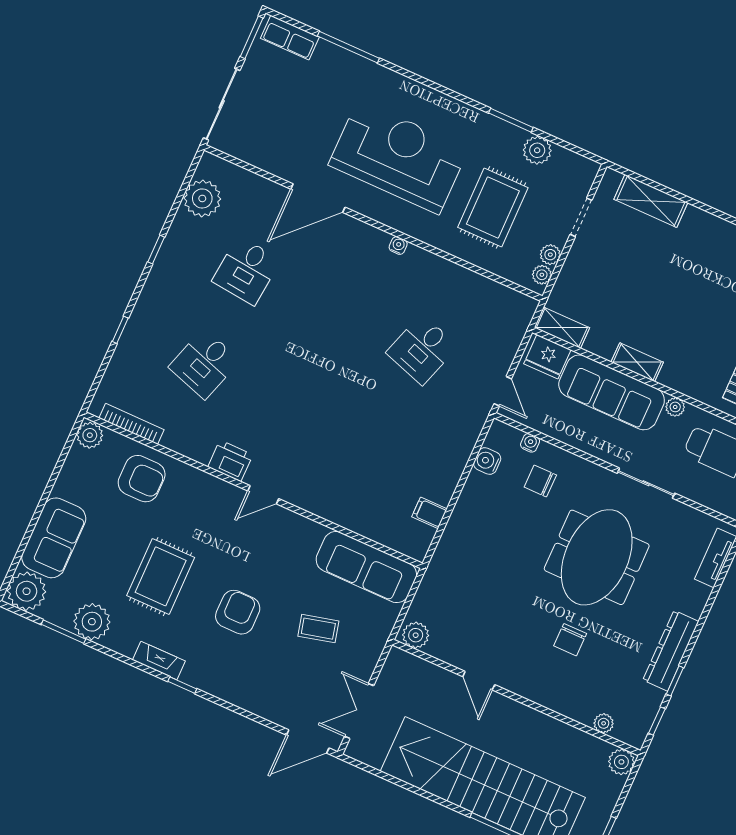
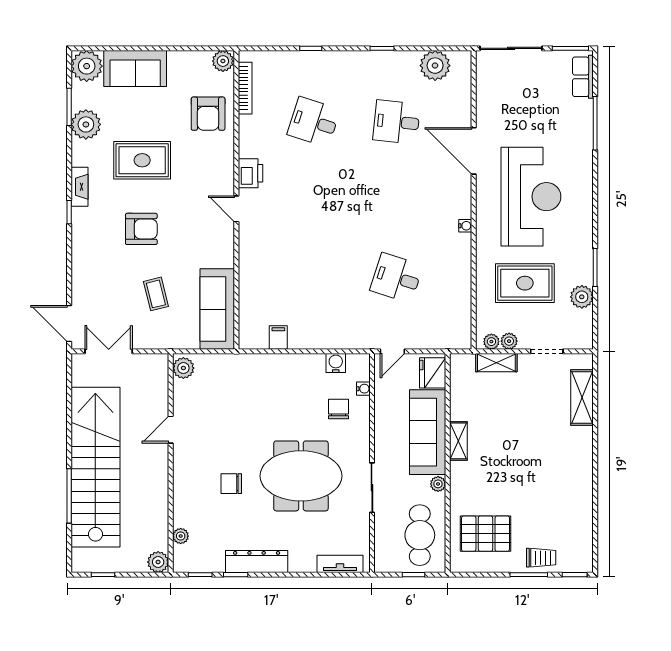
shelving: (562, 328) -> (496, 363), moved, turned 90

